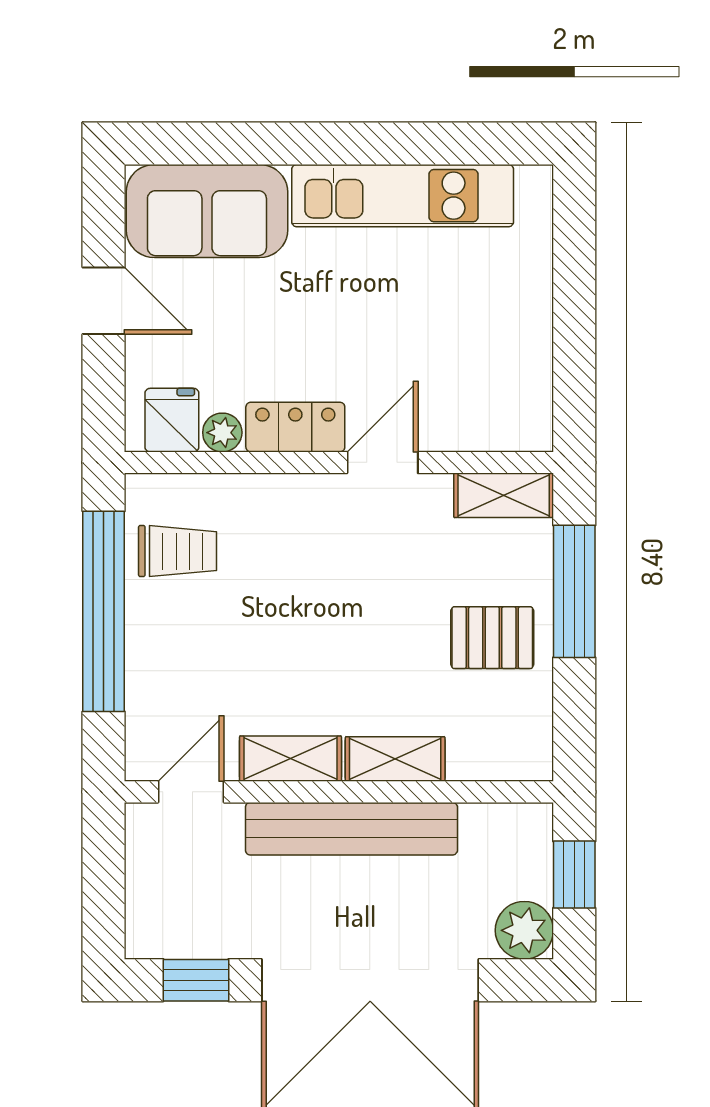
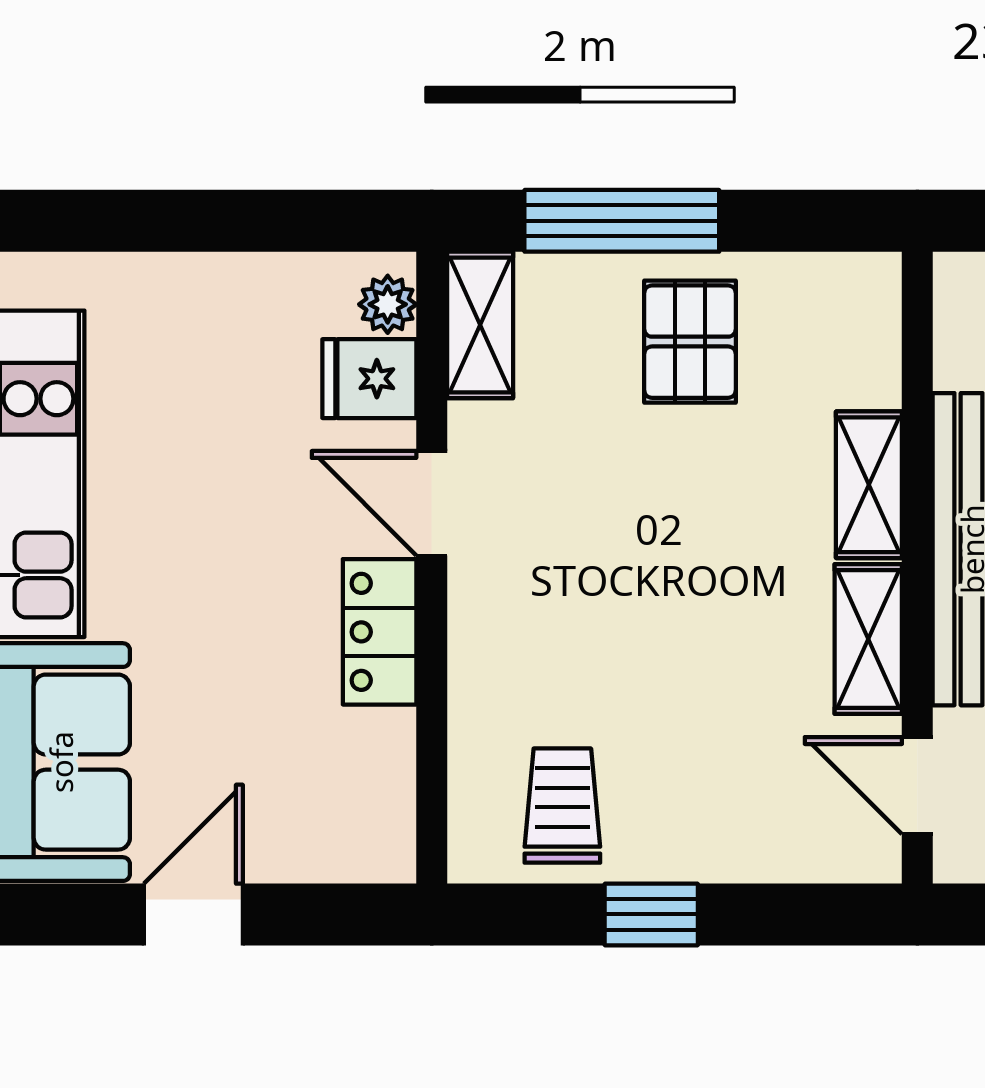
fridge: (172, 420) -> (369, 379), moved
plant: (222, 433) -> (388, 304), moved
window: (104, 611) -> (651, 914), width x0.32

